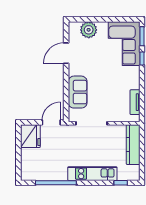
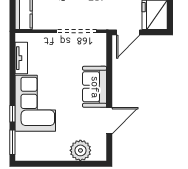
corner sofa: (124, 44) -> (35, 103), moved
sofa: (78, 92) -> (95, 87), moved

